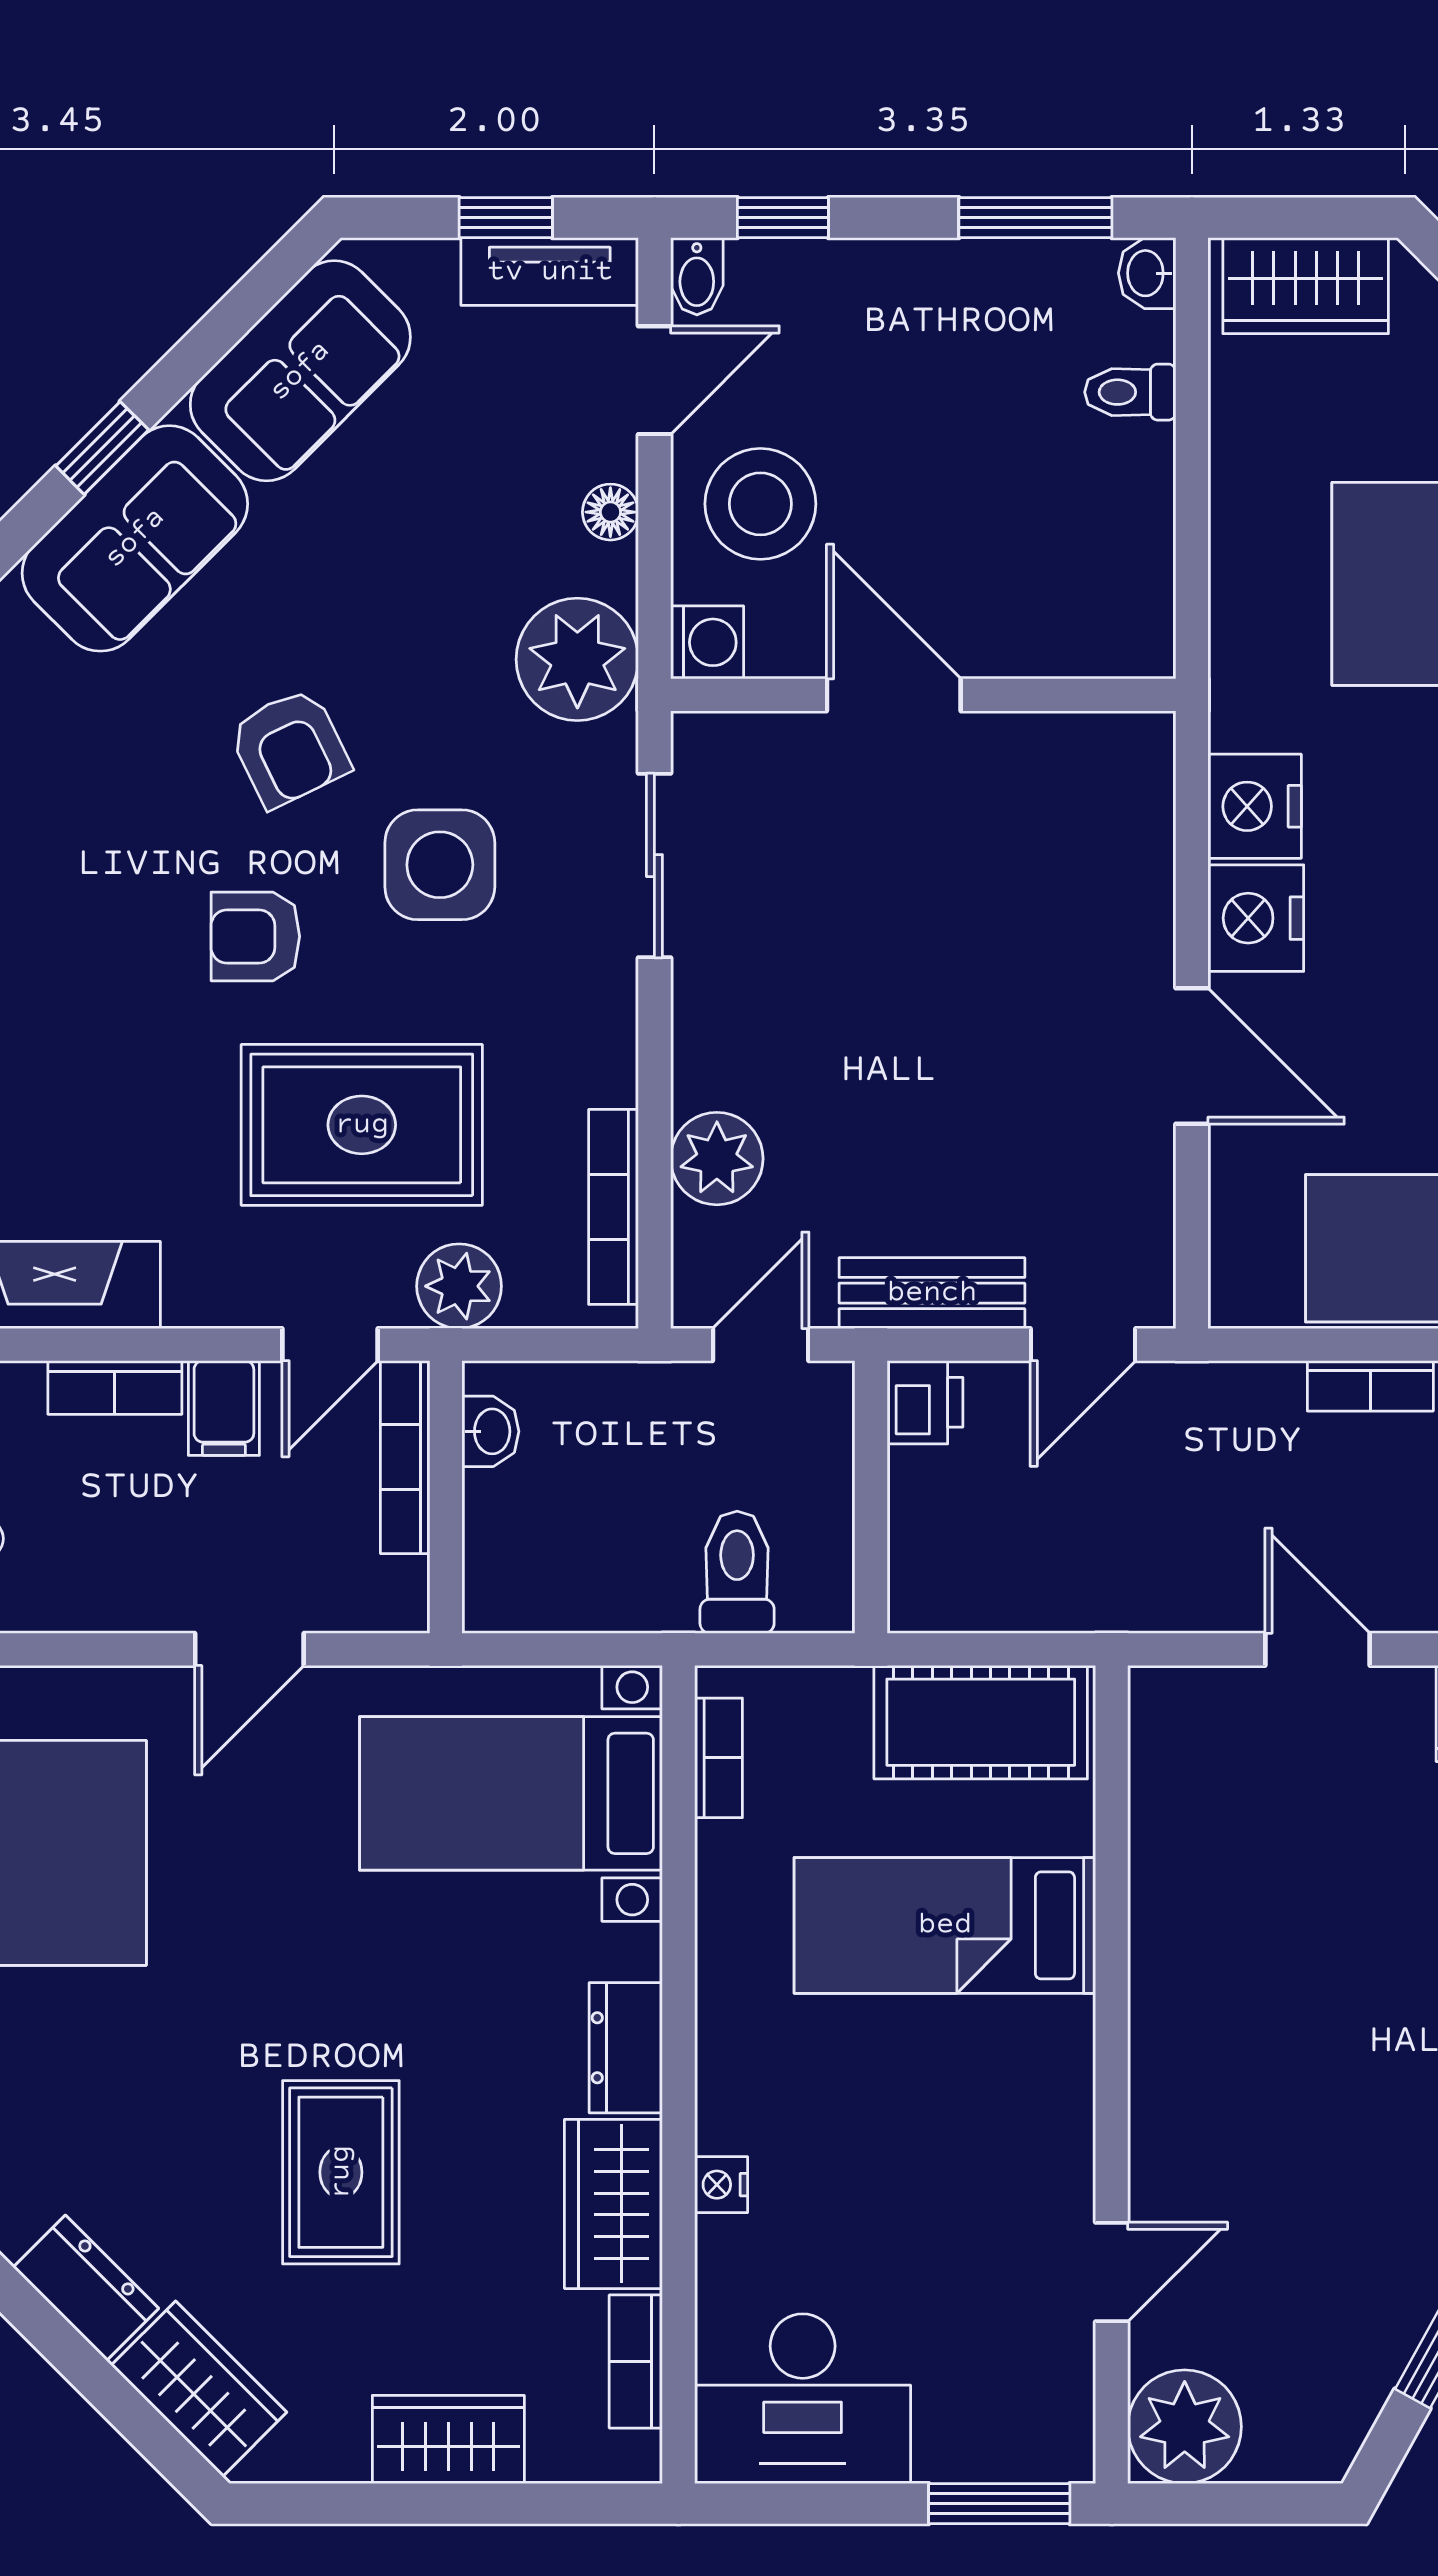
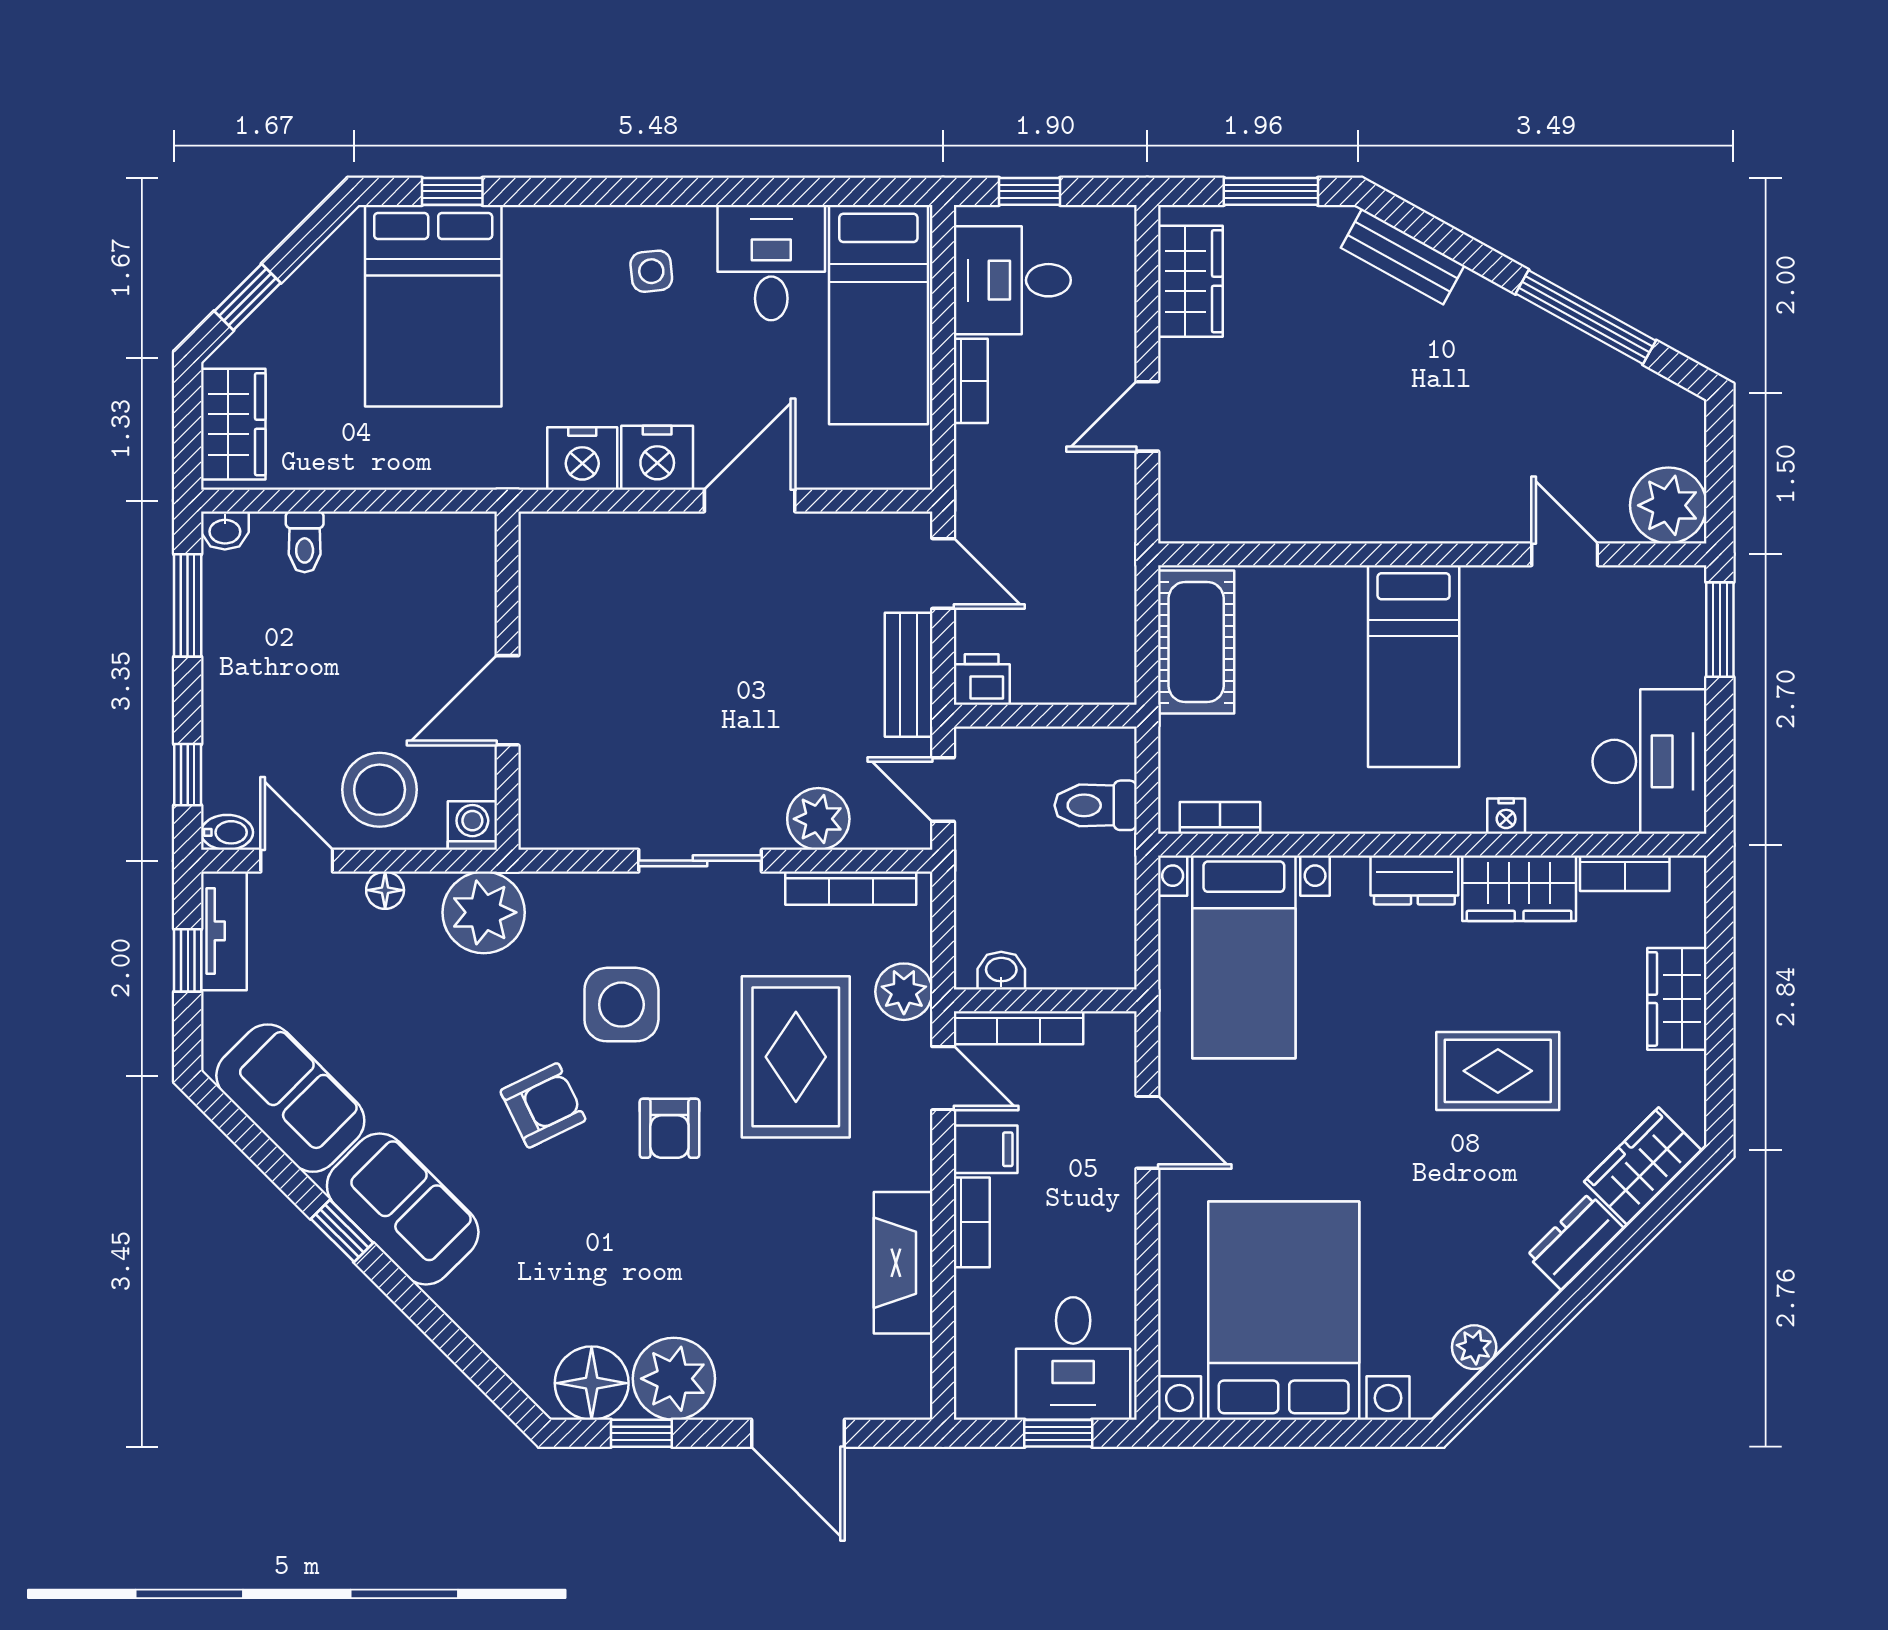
sliding door: (654, 866) -> (700, 861), moved
bed: (945, 1925) -> (1414, 666), moved

